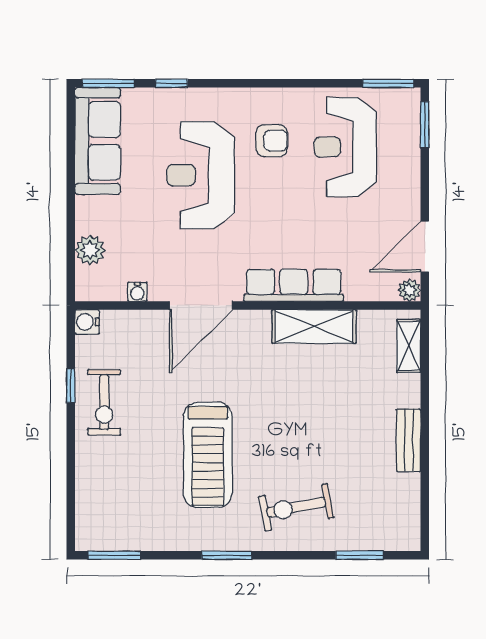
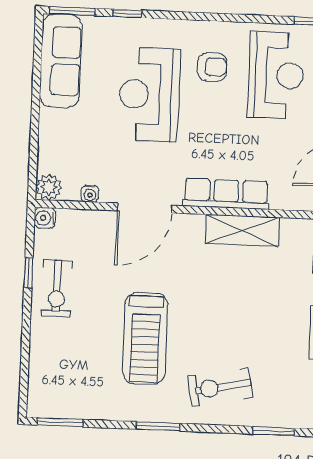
reception desk: (345, 147) -> (276, 75), turned 180
plant: (90, 250) -> (49, 187), moved

